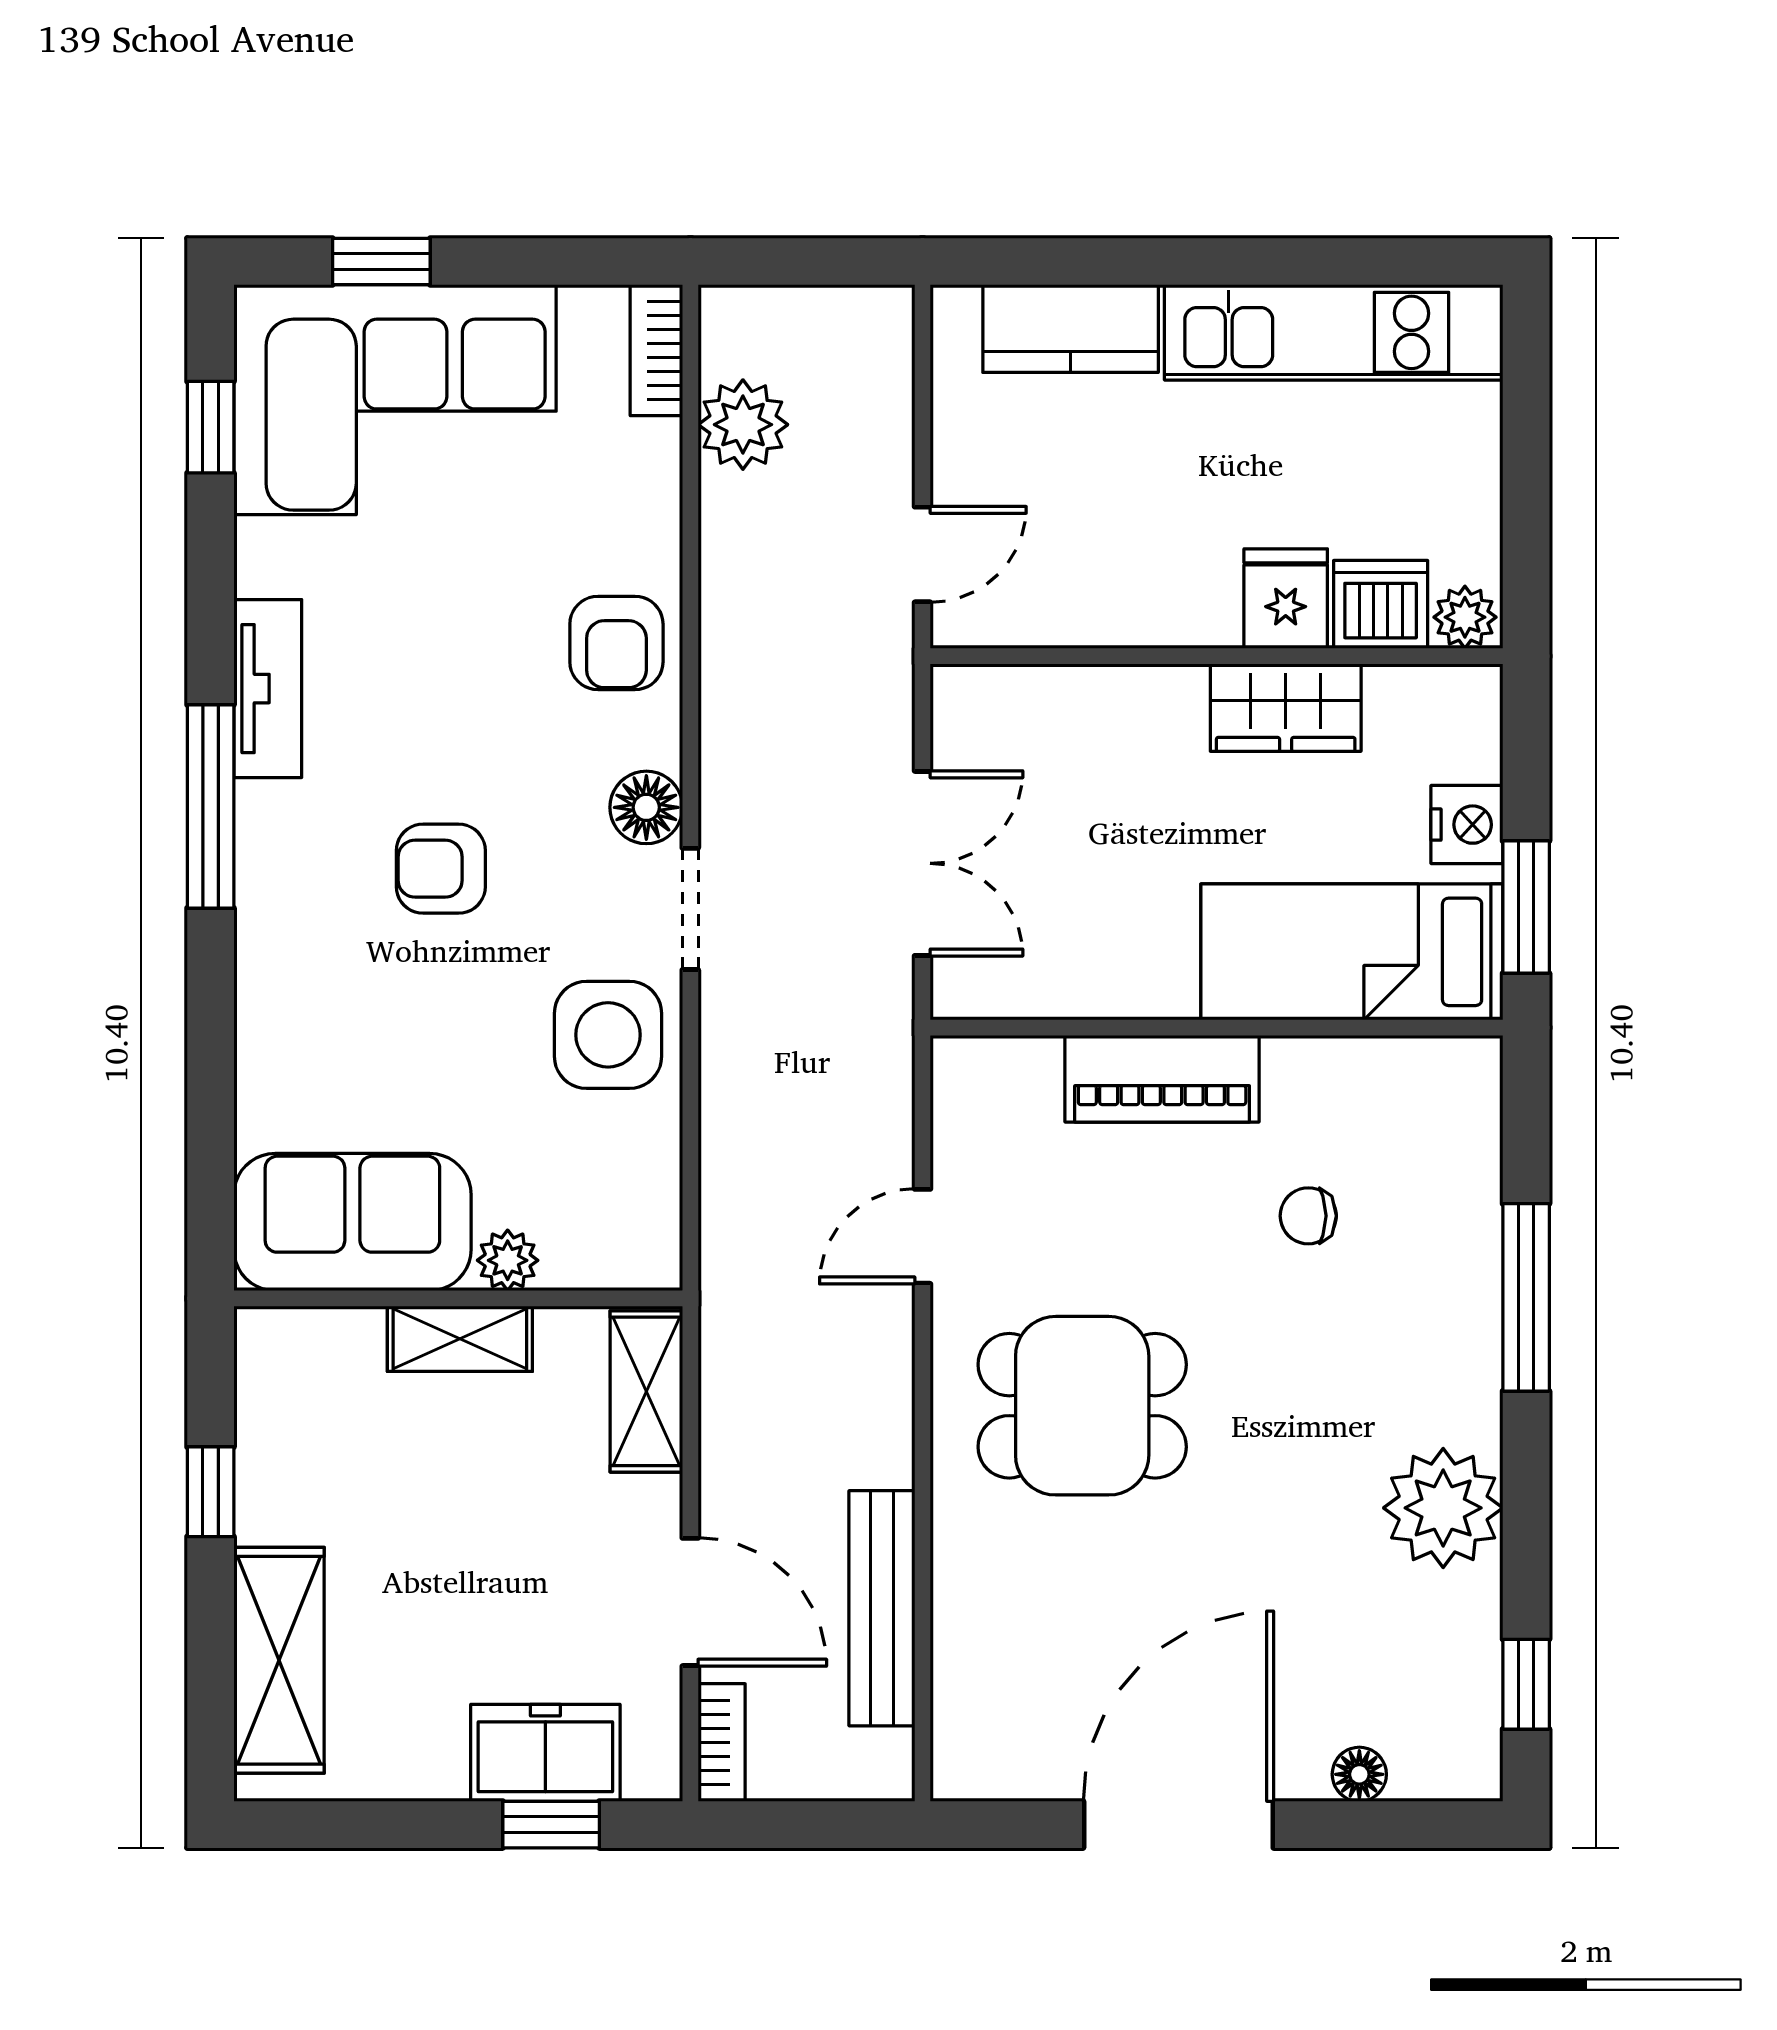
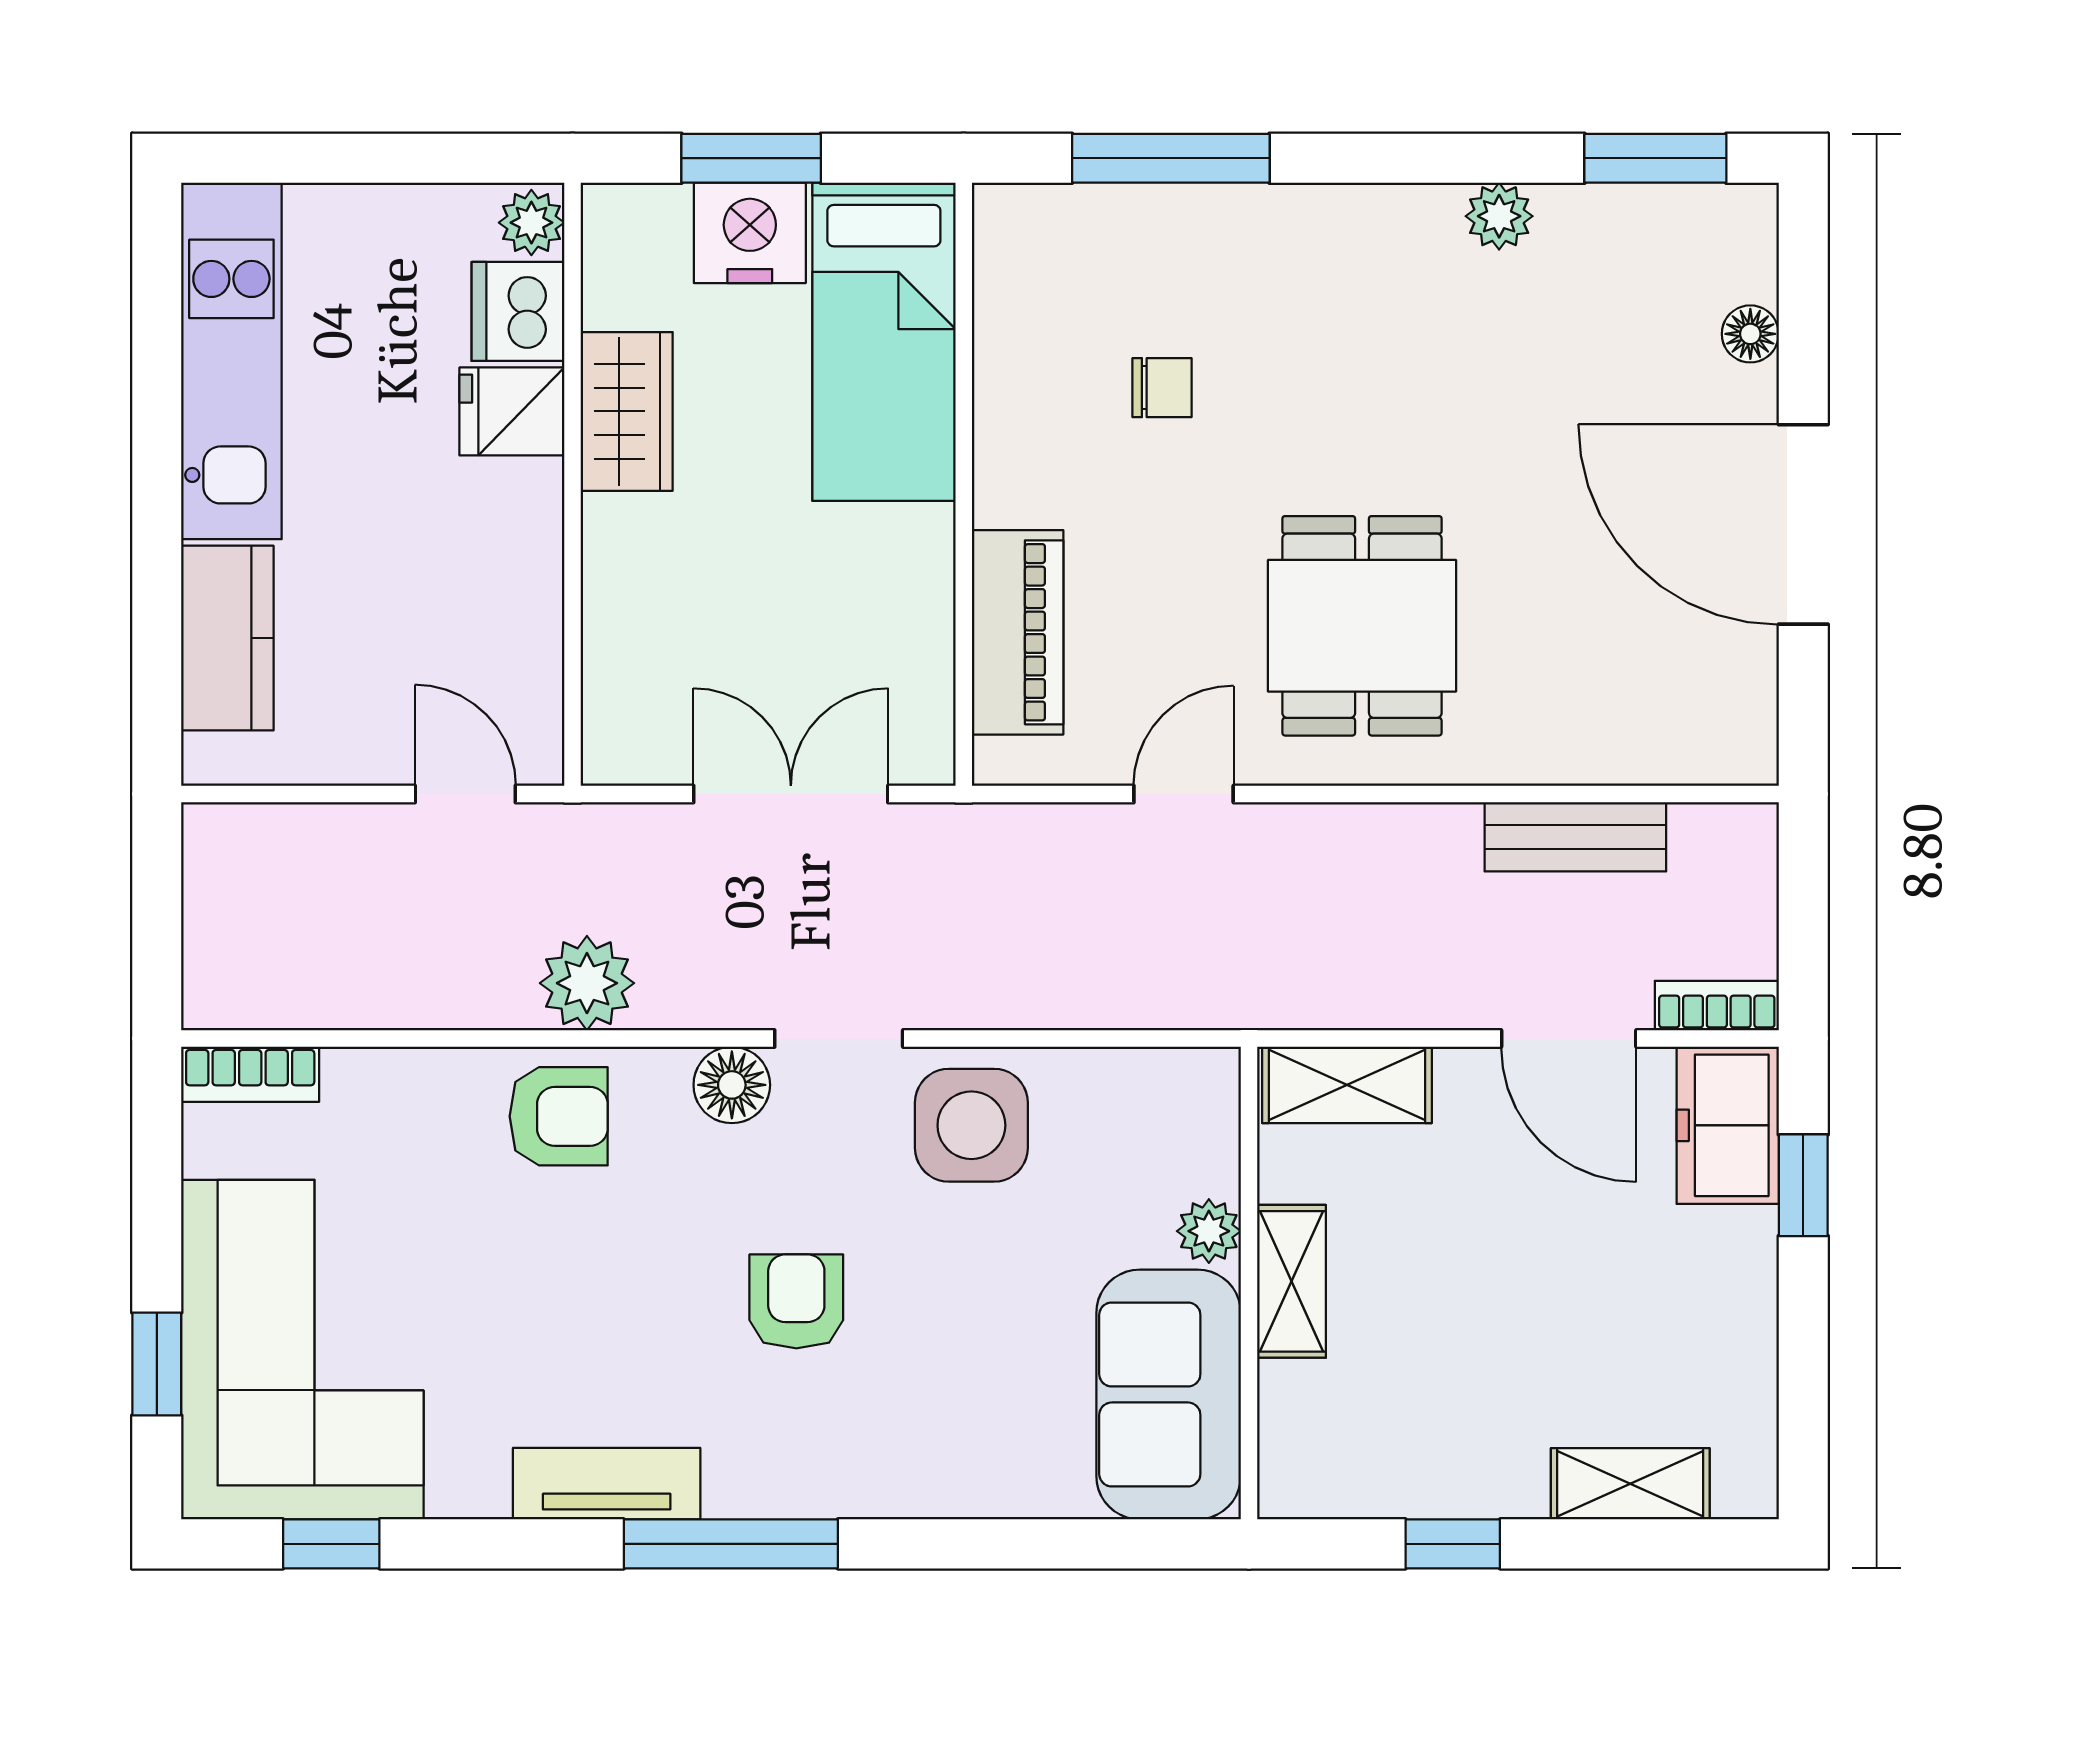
plant: (743, 425) -> (587, 983), moved
nightstand: (1467, 825) -> (750, 233), width x1.36, depth x1.33
armchair: (441, 869) -> (796, 1301), turned 180
window: (1526, 907) -> (751, 158), moved
piano: (1162, 1079) -> (1018, 632), moved
chair: (1308, 1216) -> (1162, 388), turned -90
door: (922, 1236) -> (1184, 794), swing flipped
window: (1526, 1297) -> (1171, 158), moved
plant: (1443, 1508) -> (1499, 216), width x0.53, depth x0.53
door: (690, 1602) -> (1569, 1039), swing flipped
bench: (882, 1608) -> (1575, 837), width x0.73
shelving: (279, 1660) -> (1630, 1484), width x0.67, depth x0.75
window: (1526, 1684) -> (1655, 158), width x1.50
freezer: (545, 1753) -> (1728, 1125), moved

